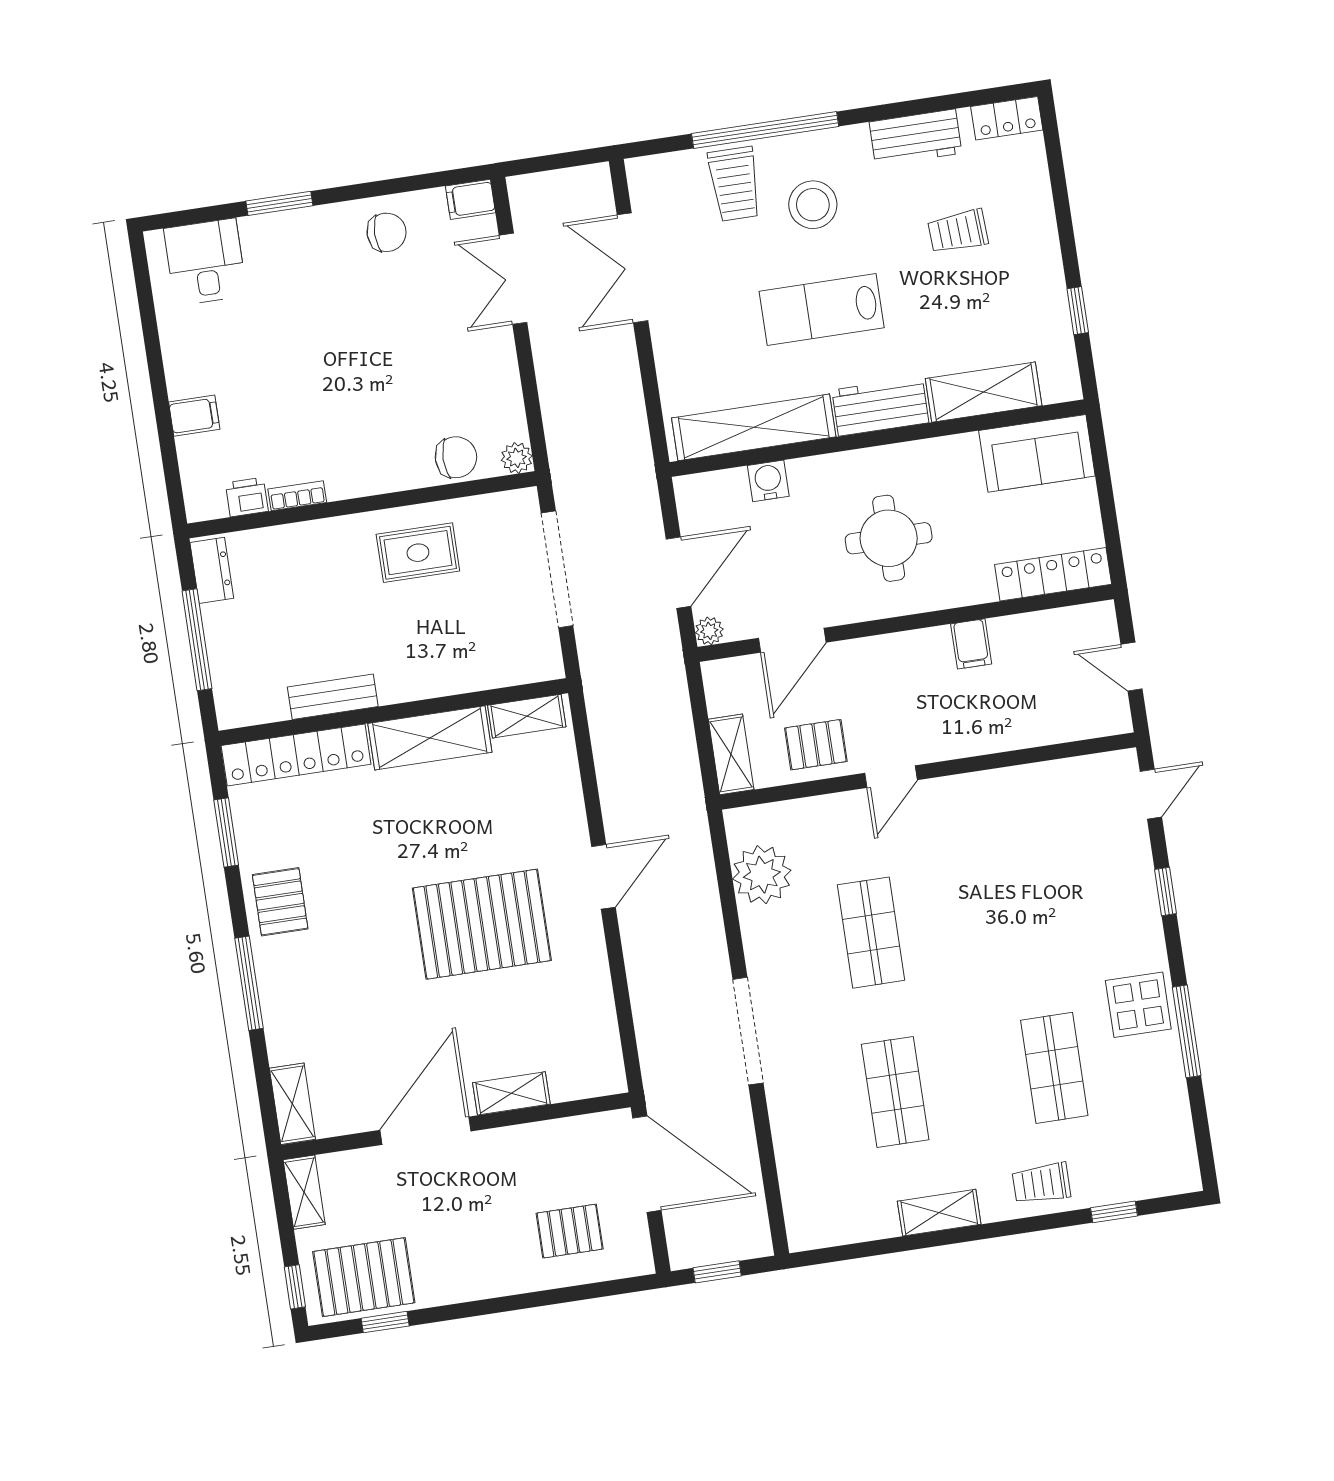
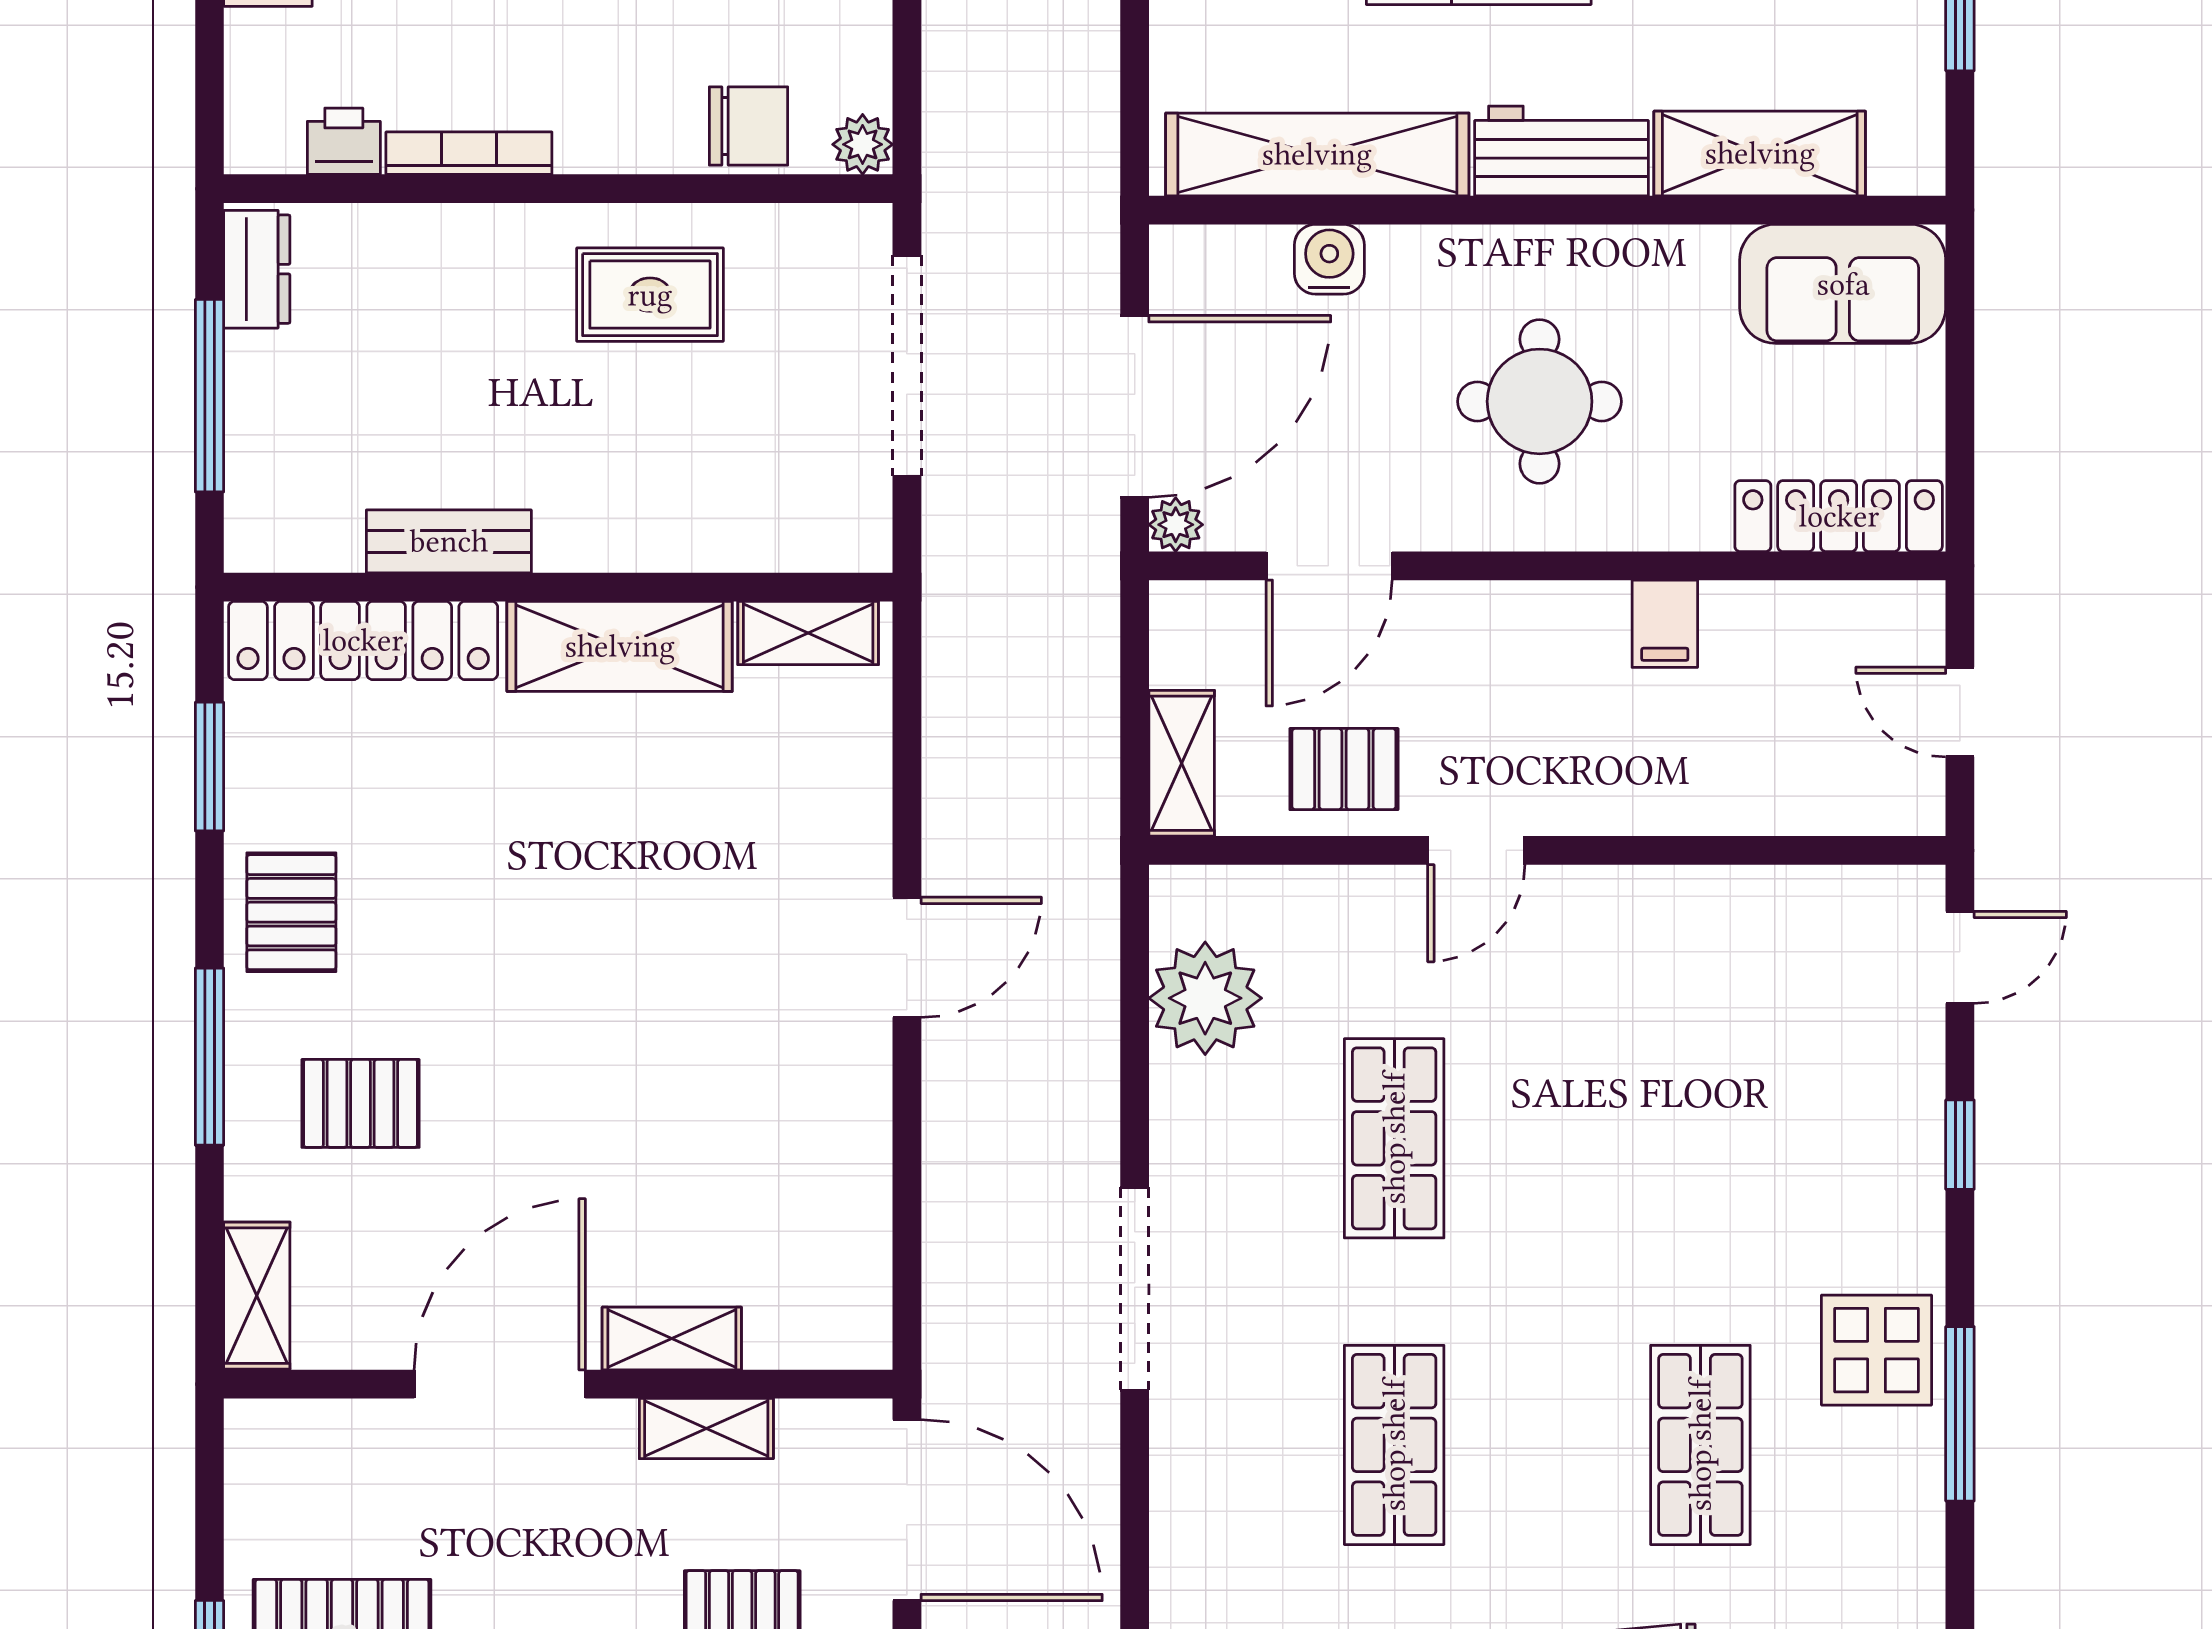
bookcase: (297, 496) -> (469, 153), width x1.56
door: (679, 573) -> (1135, 406), width x1.36
pallet: (482, 924) -> (360, 1103), moved, width x0.49, depth x0.50
shelving: (304, 1192) -> (706, 1428), moved, turned 90

